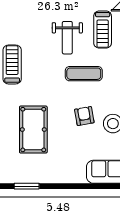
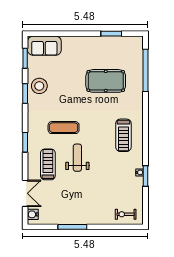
armchair: (84, 116) -> (63, 92), removed
pool table: (33, 130) -> (106, 81), turned 90

